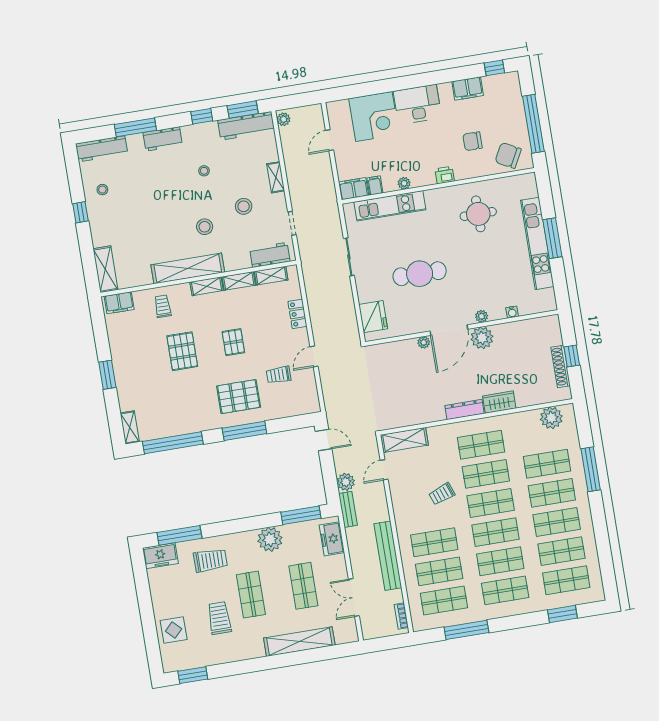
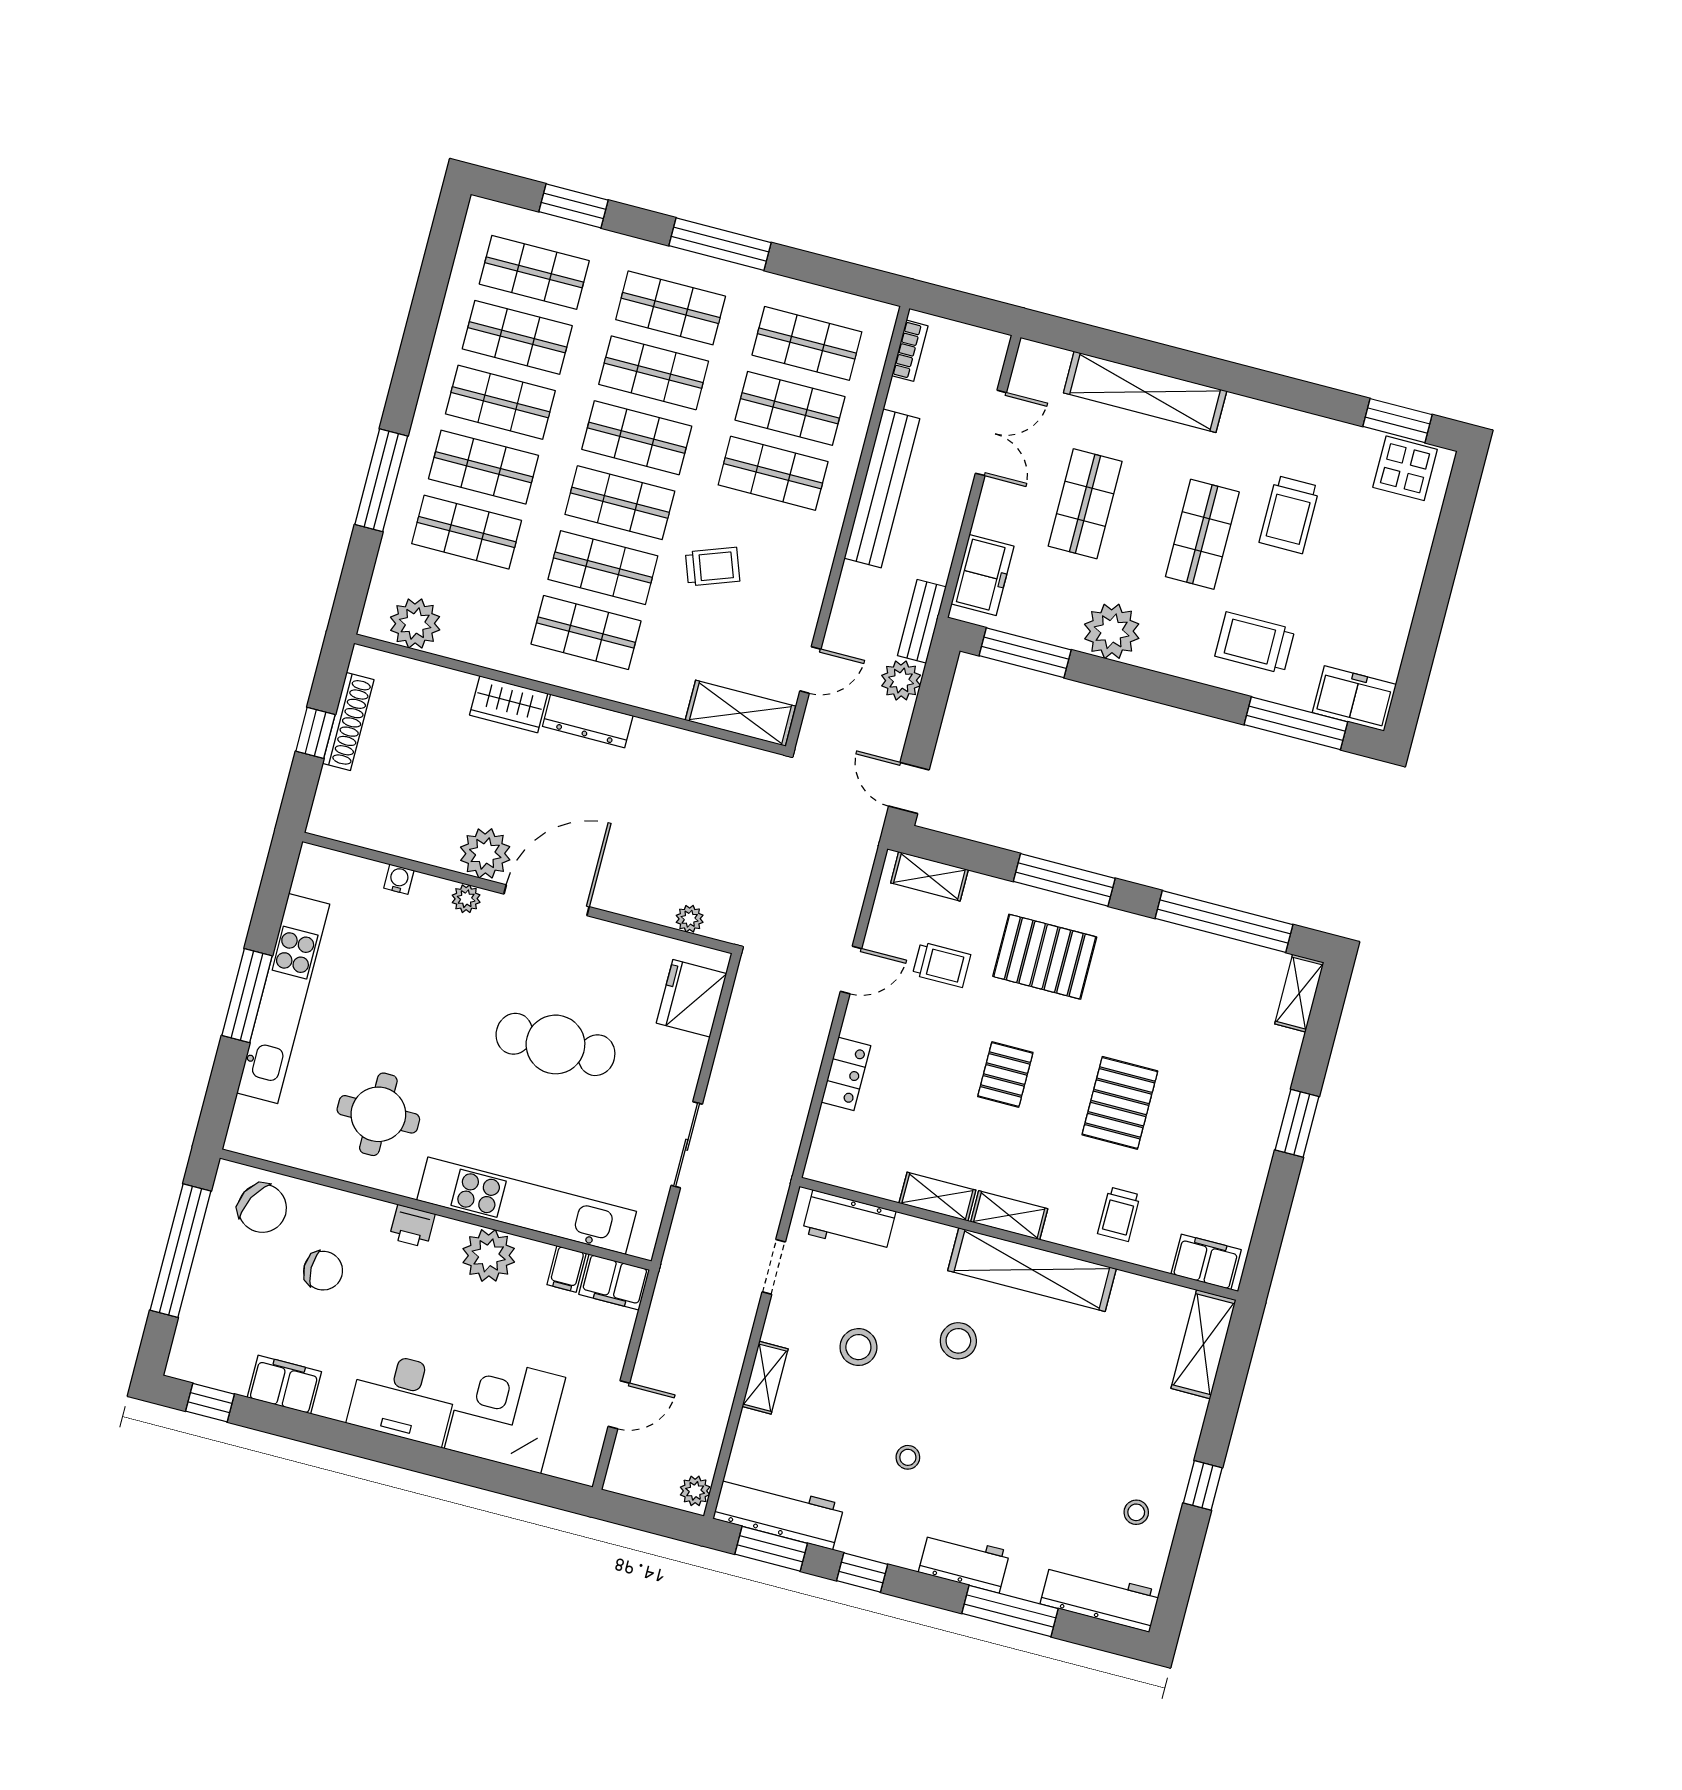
plant: (404, 183) -> (489, 1255), width x1.87, depth x1.87
kitchen unit: (390, 206) -> (527, 1206), width x1.36
shelving: (271, 276) -> (929, 876), moved
plant: (424, 342) -> (690, 919), moved
display table: (174, 630) -> (1405, 468), moved
window: (466, 630) -> (720, 244), moved

